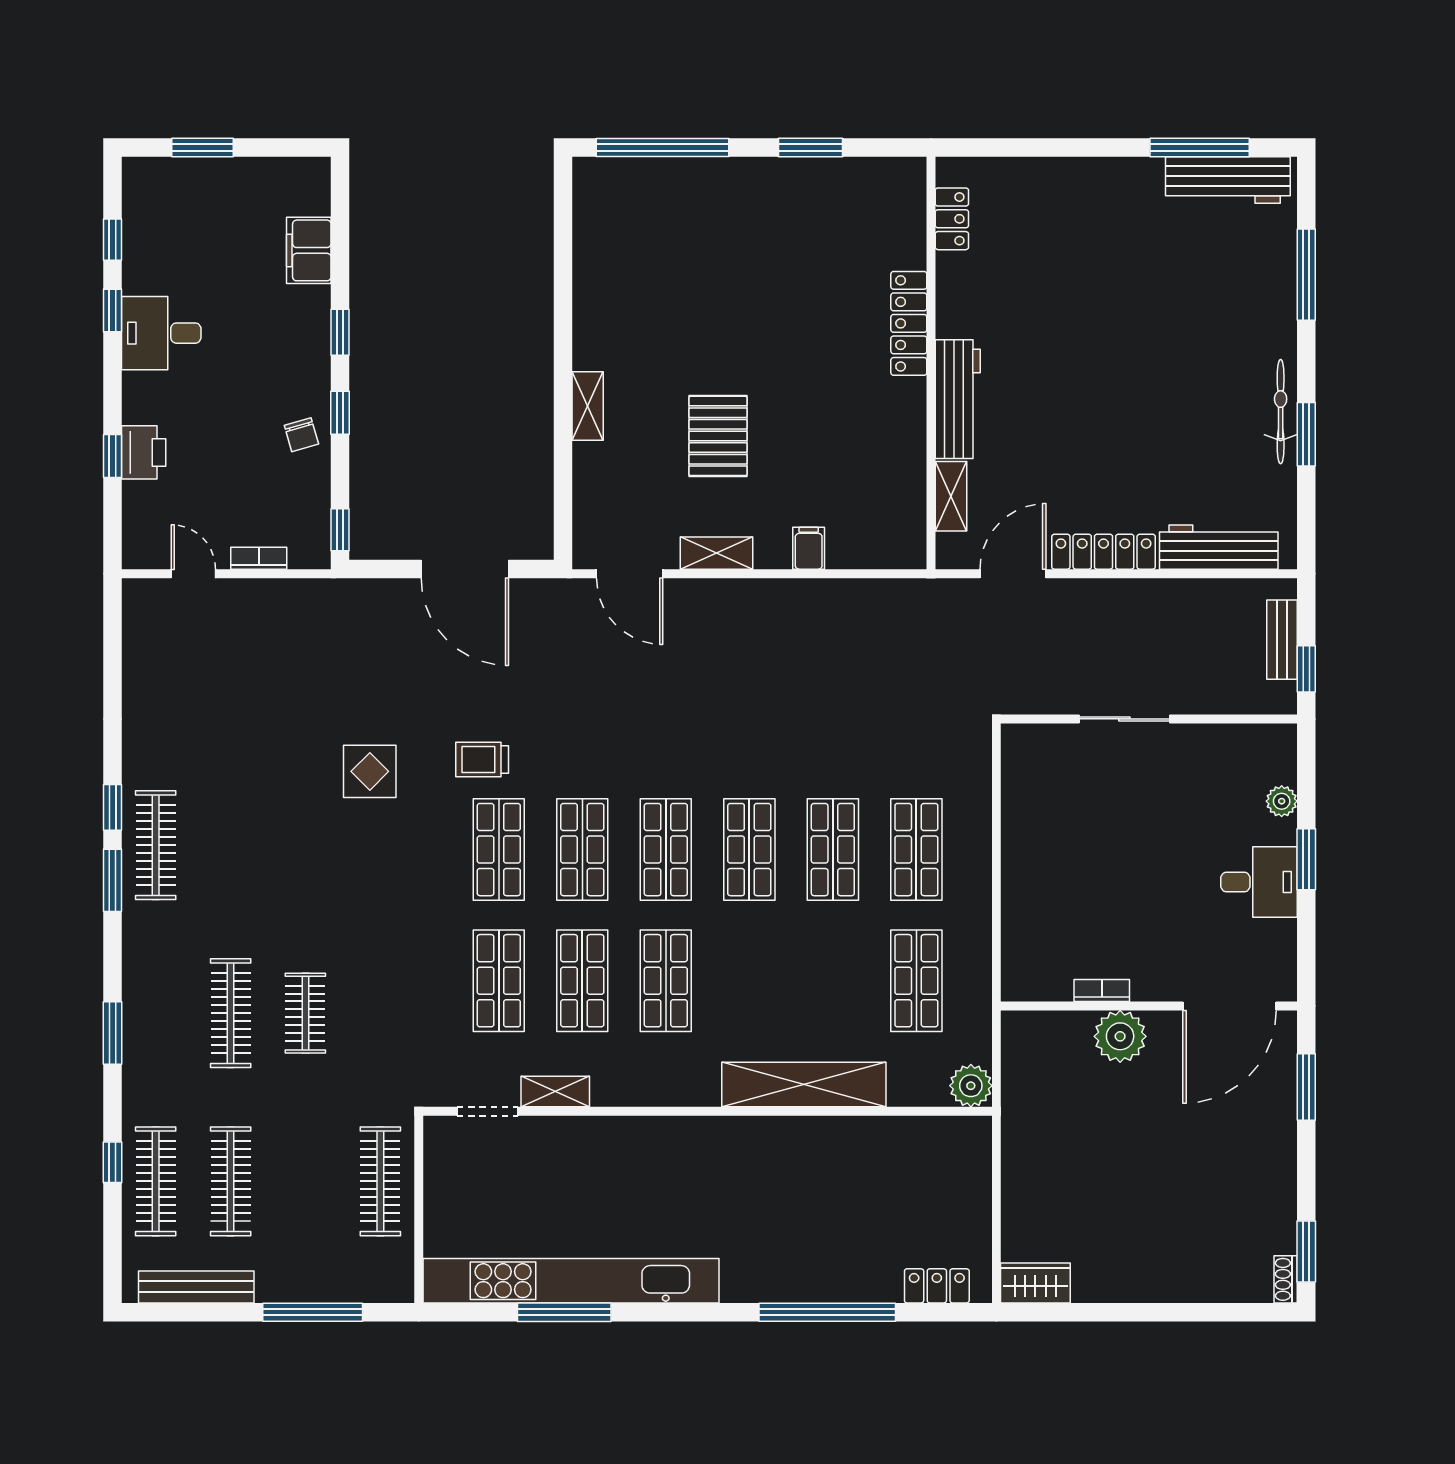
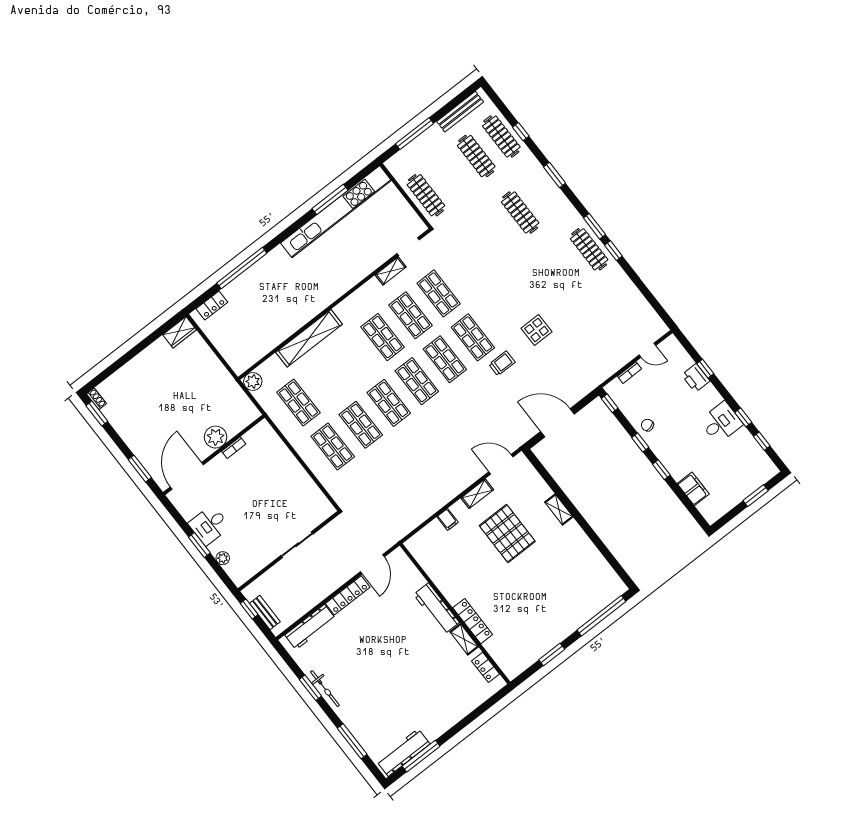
pallet: (718, 436) -> (507, 533), width x1.37, depth x1.41
shelving: (951, 496) -> (464, 639), moved
clothes rail: (305, 1013) -> (495, 232), removed

